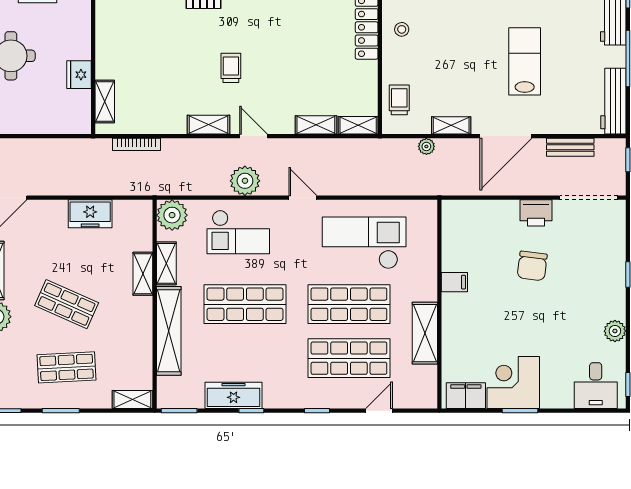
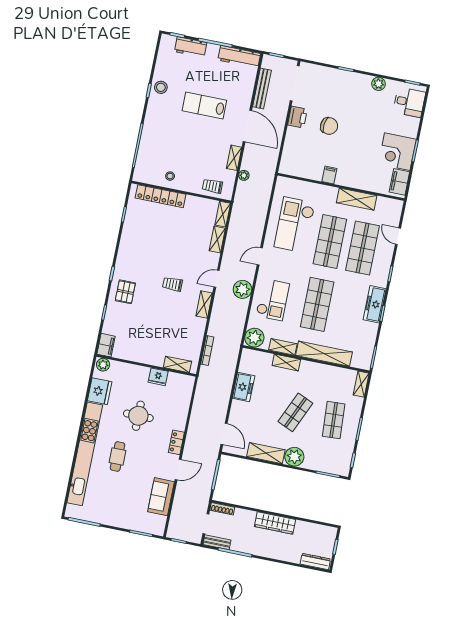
bench: (570, 147) -> (262, 88), width x1.36
freezer: (234, 395) -> (375, 304), moved

